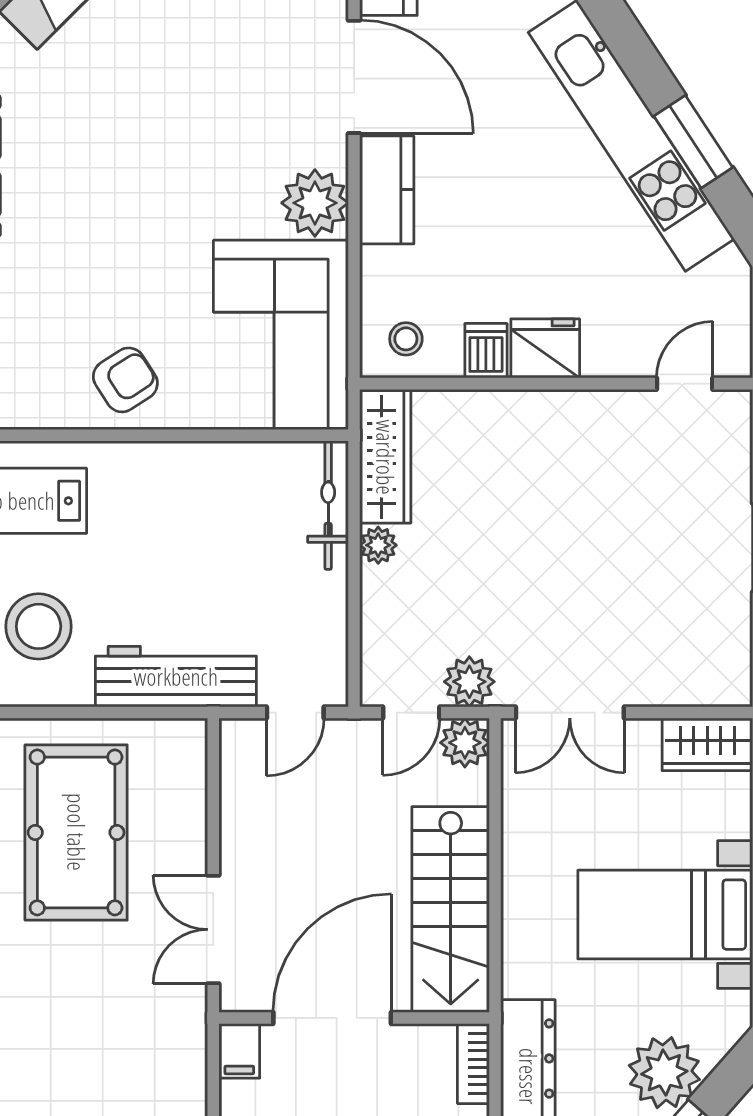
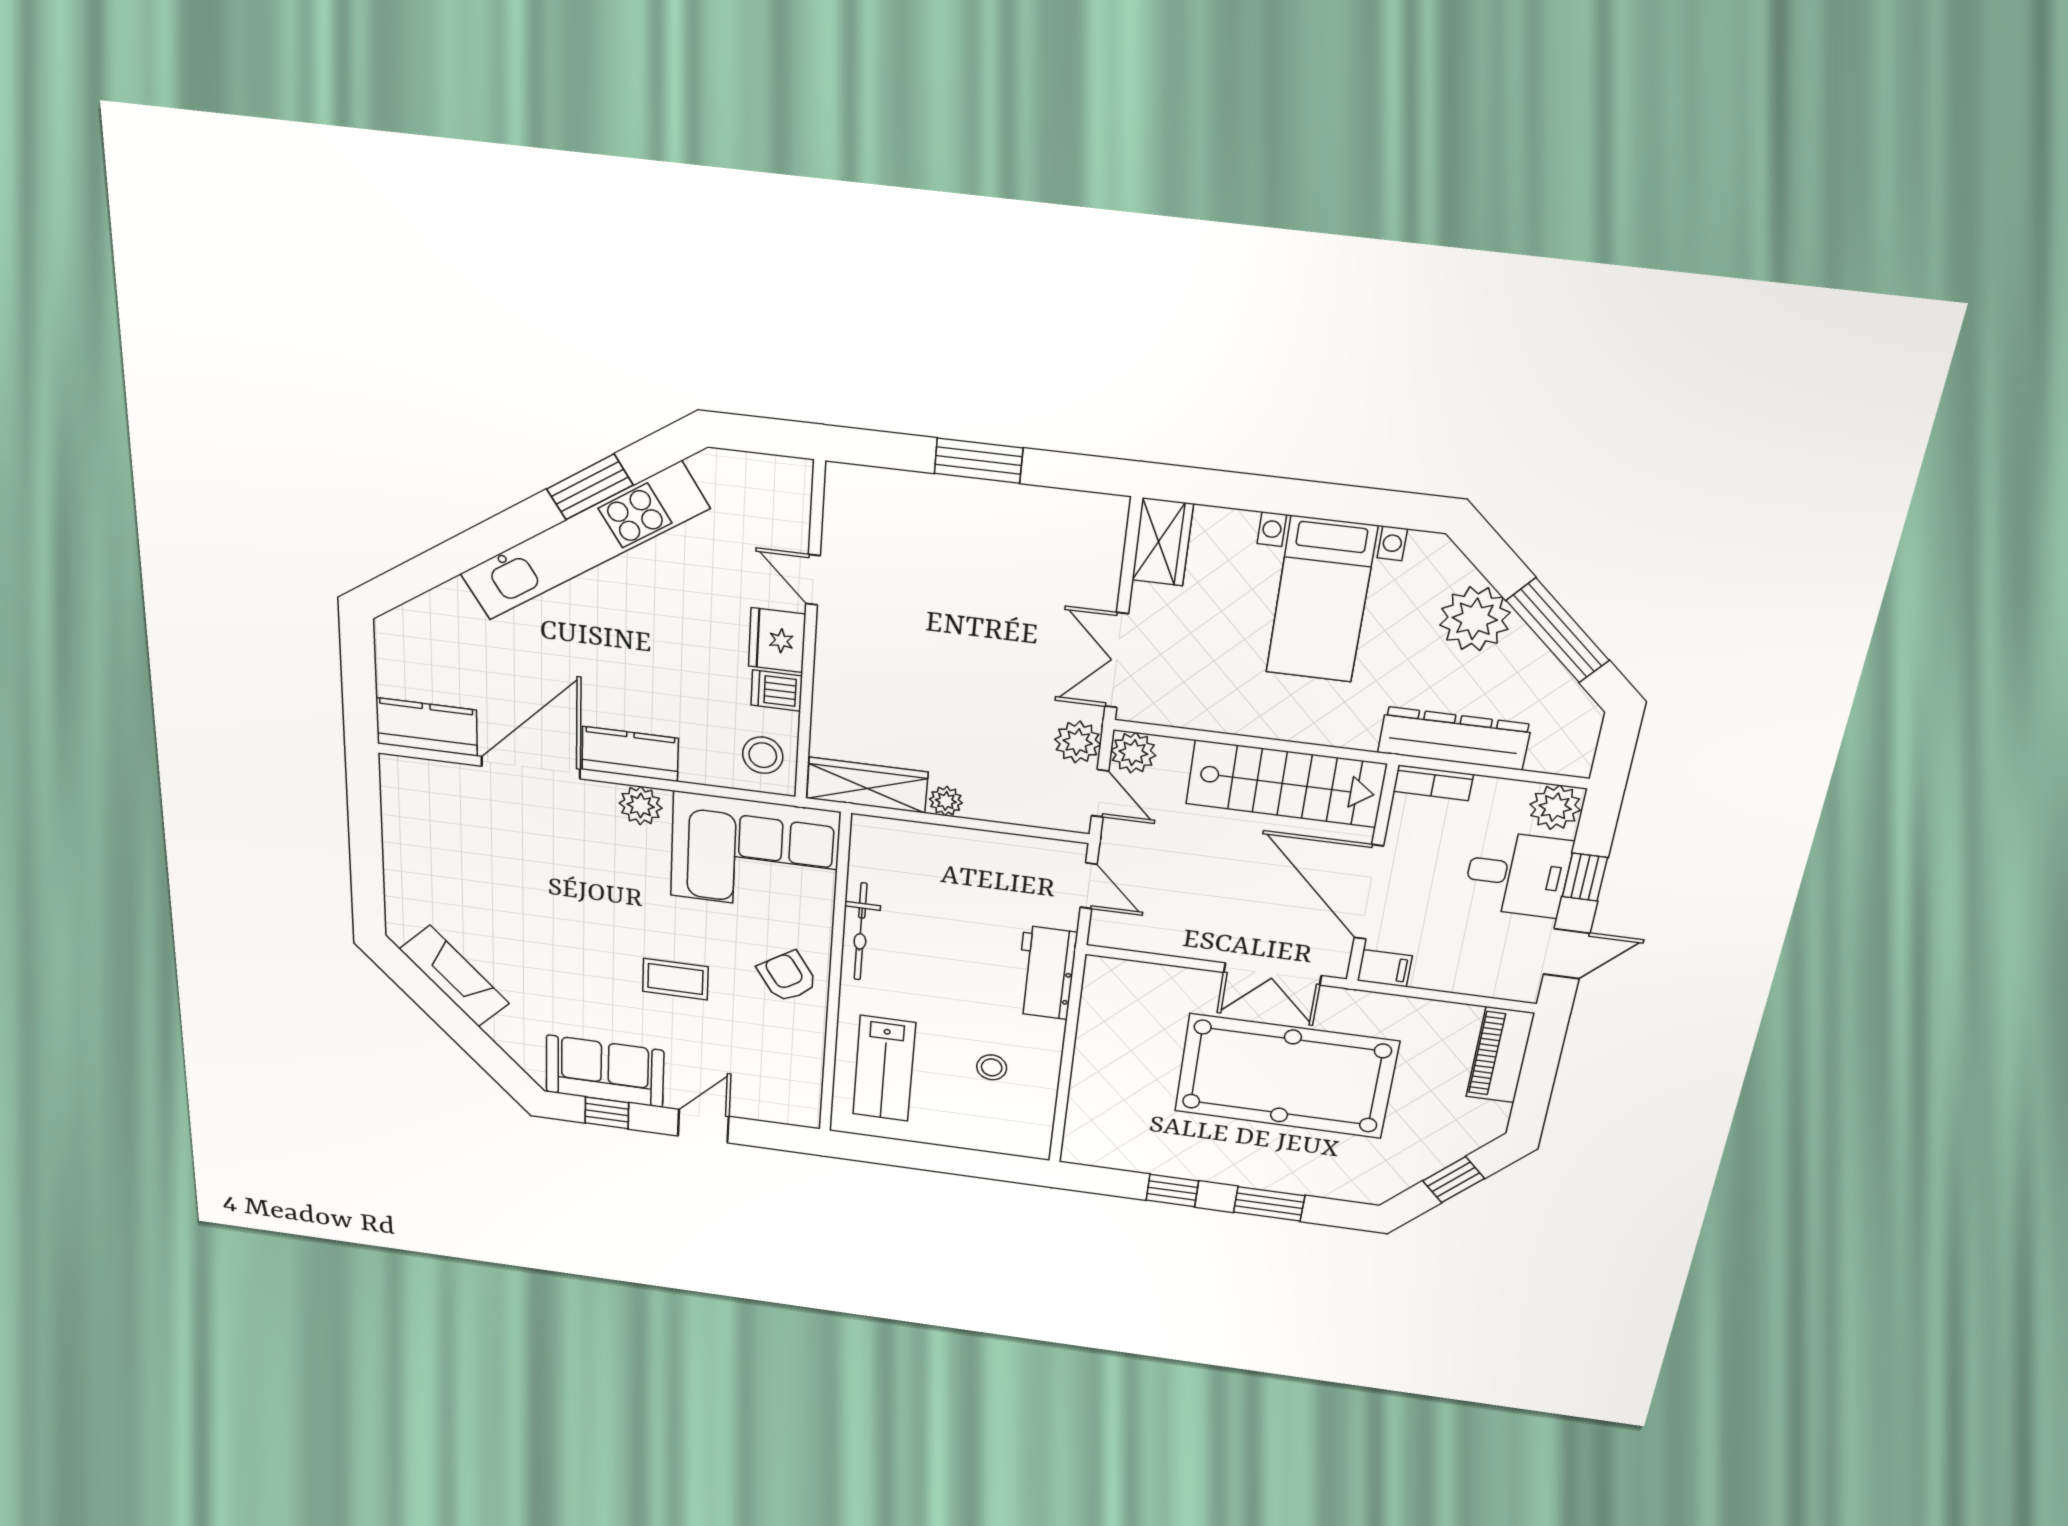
plant: (315, 203) -> (641, 806), width x0.73, depth x0.73
coffee table: (102, 248) -> (675, 979), added
stool: (406, 339) -> (763, 755), width x1.37, depth x1.37
door: (685, 384) -> (813, 580), moved
bicycle: (328, 505) -> (861, 932), moved, turned -90
stool: (39, 626) -> (992, 1067), width x0.53, depth x0.53
workbench: (176, 677) -> (1046, 973), width x0.73
double door: (570, 713) -> (1117, 660), swing flipped
pool table: (76, 832) -> (1286, 1076), moved, width x1.36, depth x1.32

